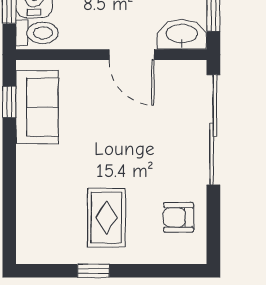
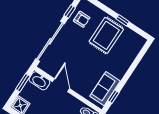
window: (213, 217) -> (70, 11), added
rug: (106, 218) -> (106, 35), width x1.36, depth x1.43

